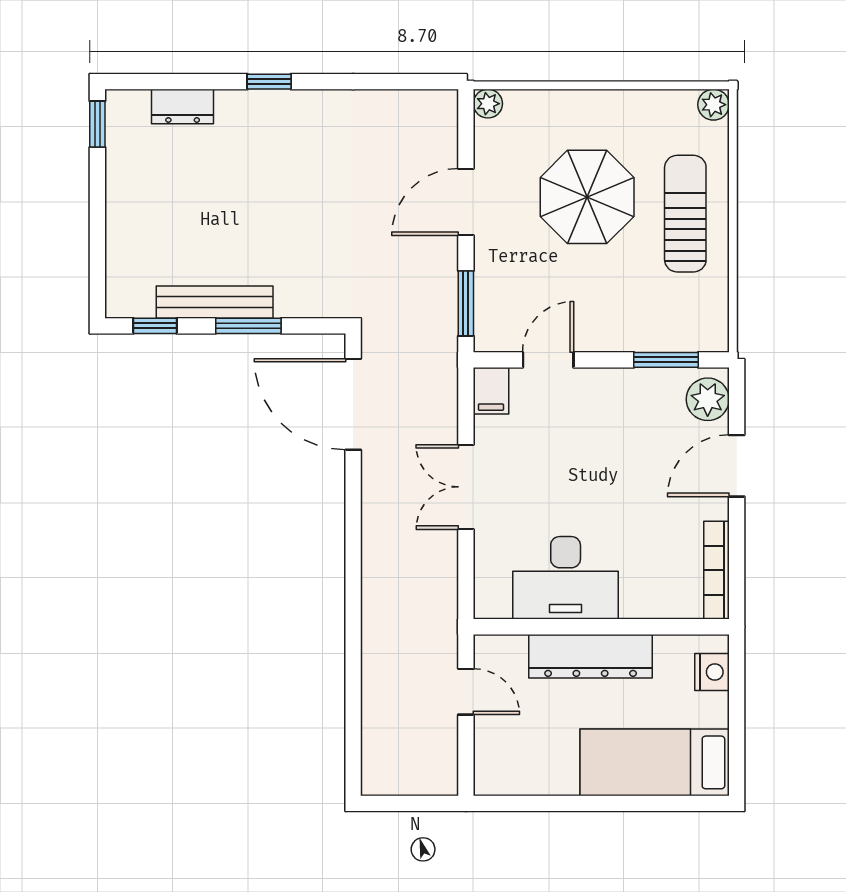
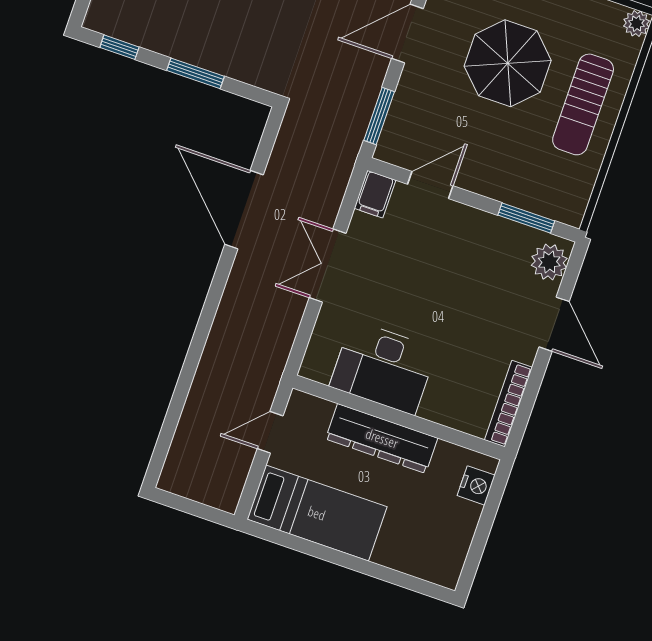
sun lounger: (685, 214) -> (583, 104), turned 180
bench: (215, 302) -> (175, 44), removed
door: (353, 404) -> (244, 210), moved
door: (737, 466) -> (554, 324), swing flipped
door: (466, 692) -> (270, 432), swing flipped
bed: (655, 762) -> (317, 513), moved, turned 180

